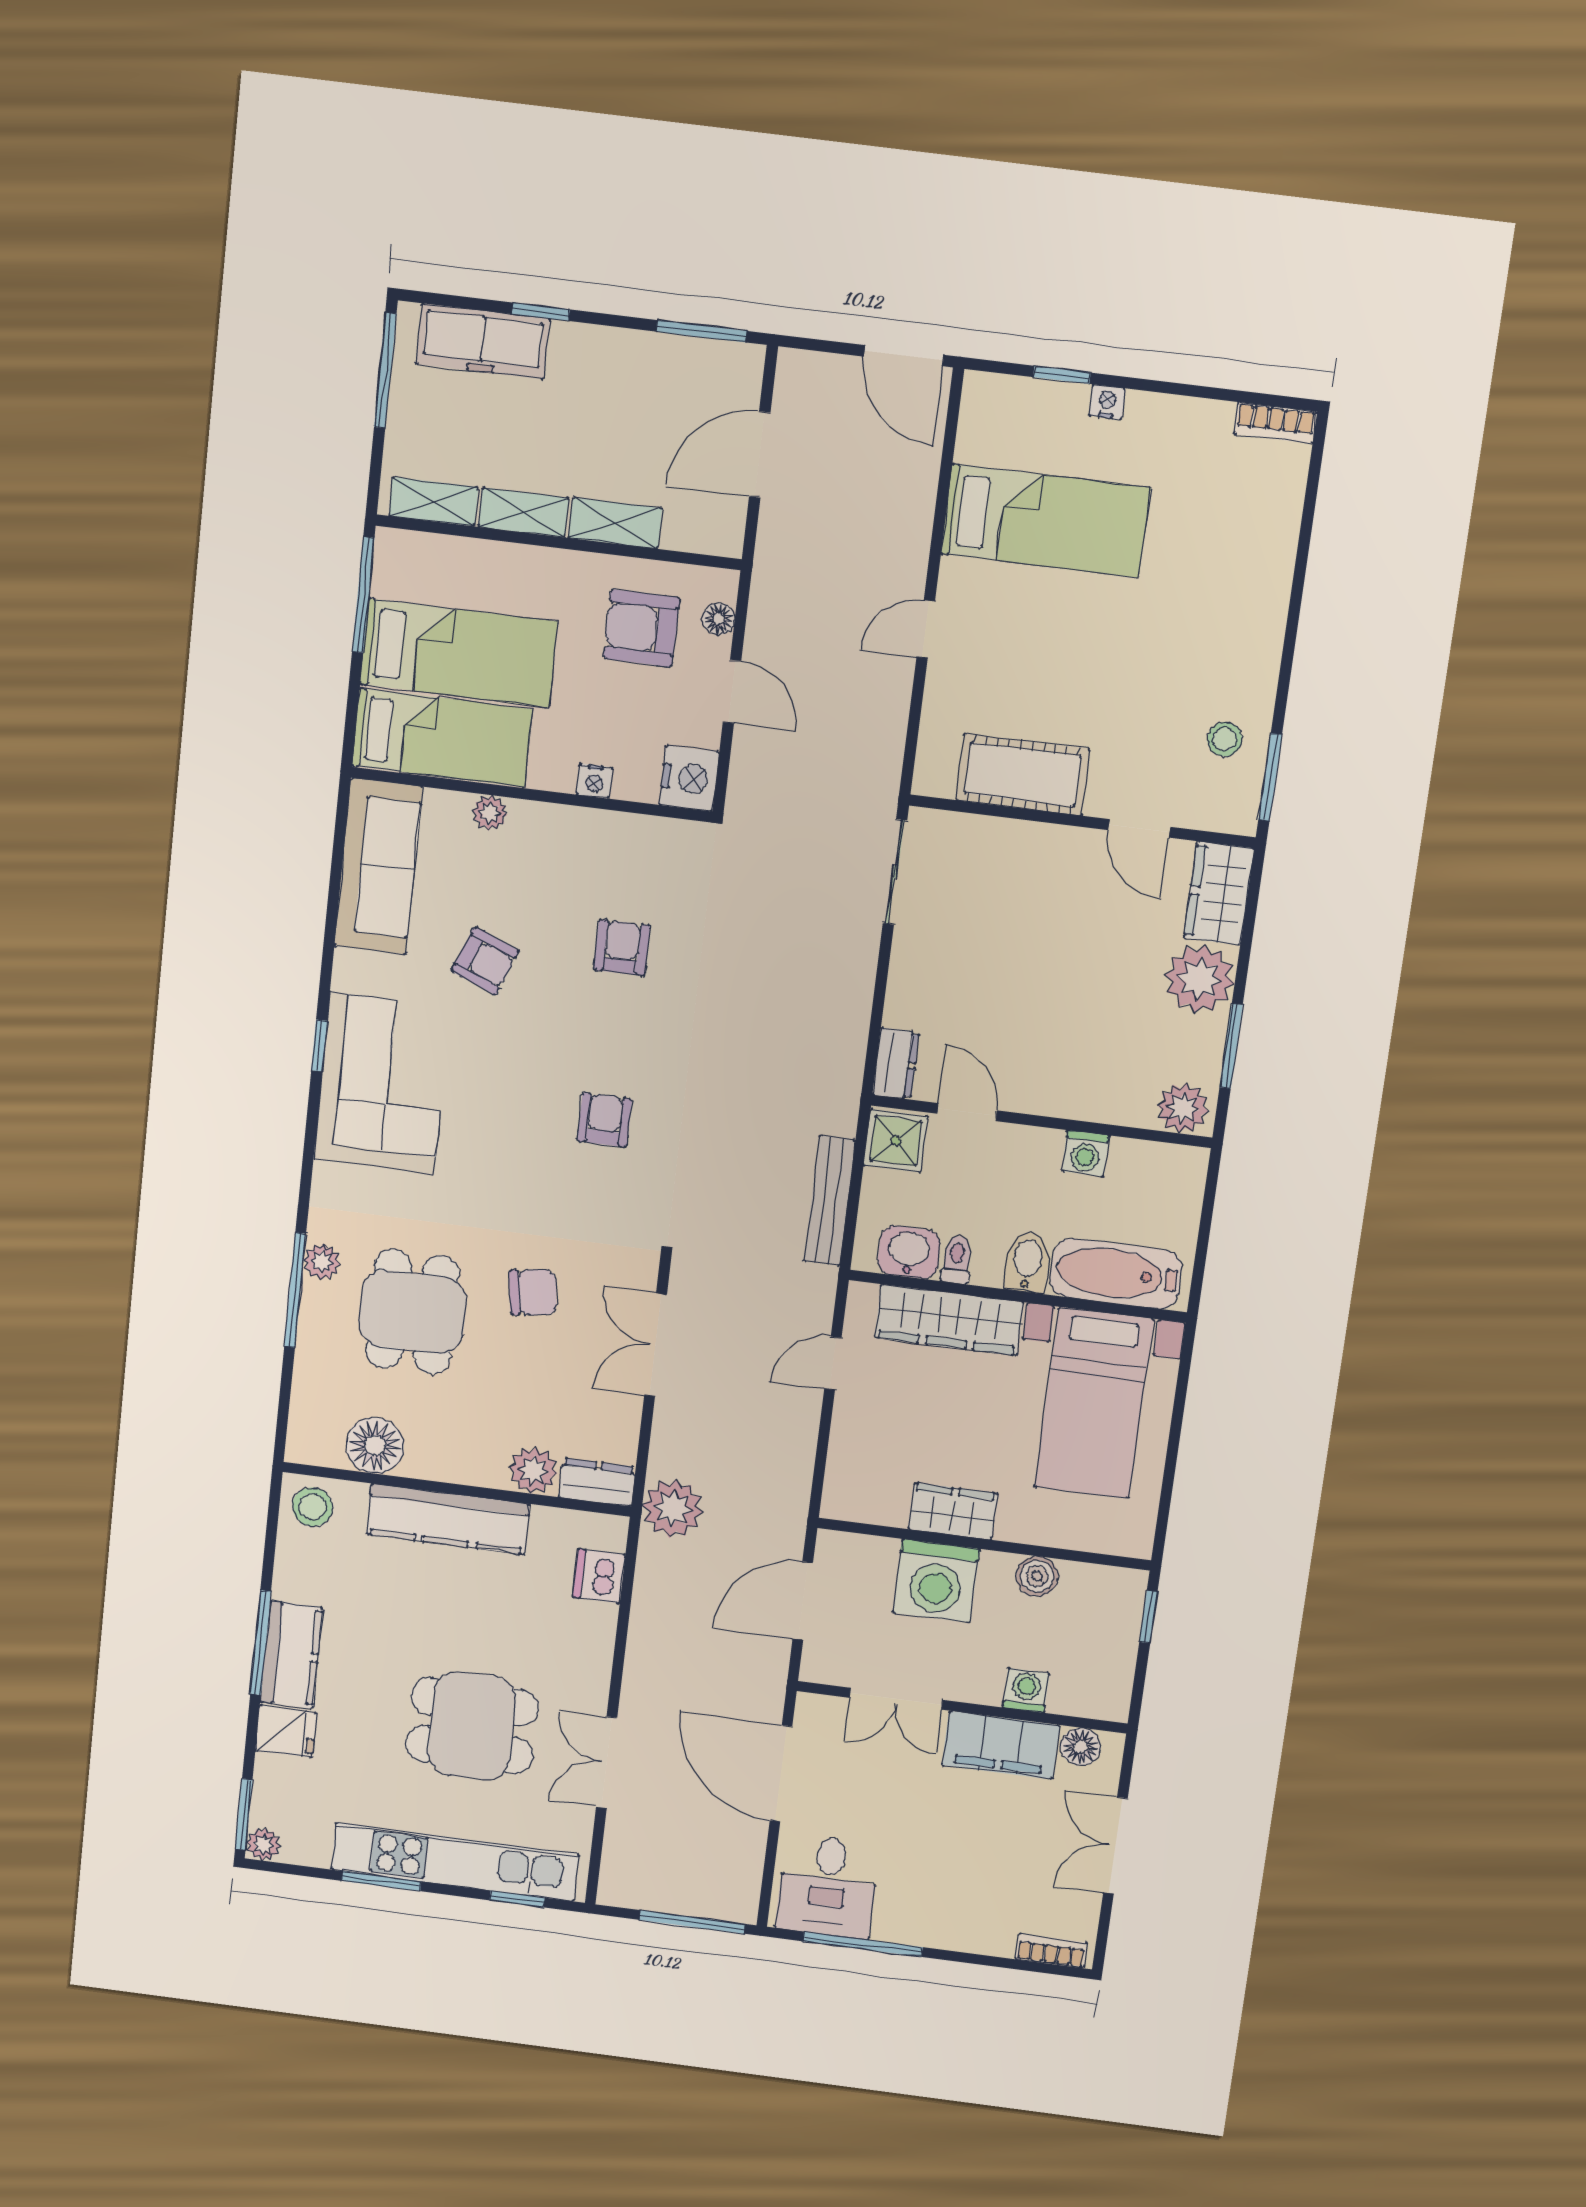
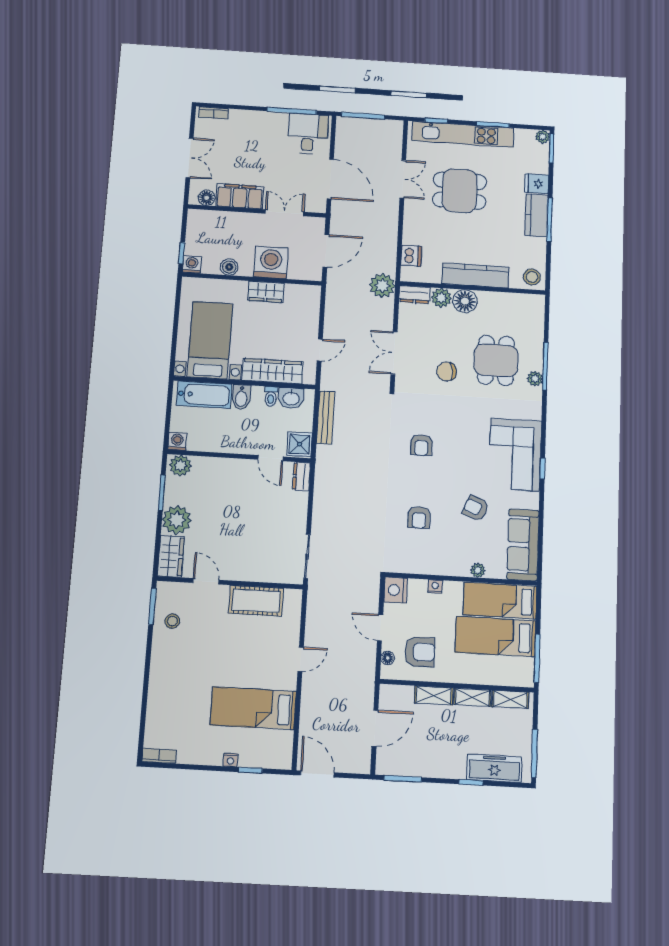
washing machine: (1085, 1153) -> (177, 441), moved
double door: (656, 1345) -> (394, 353), swing flipped
floor lamp: (375, 1445) -> (465, 301), moved
washing machine: (1026, 1690) -> (192, 264), moved, turned 180

